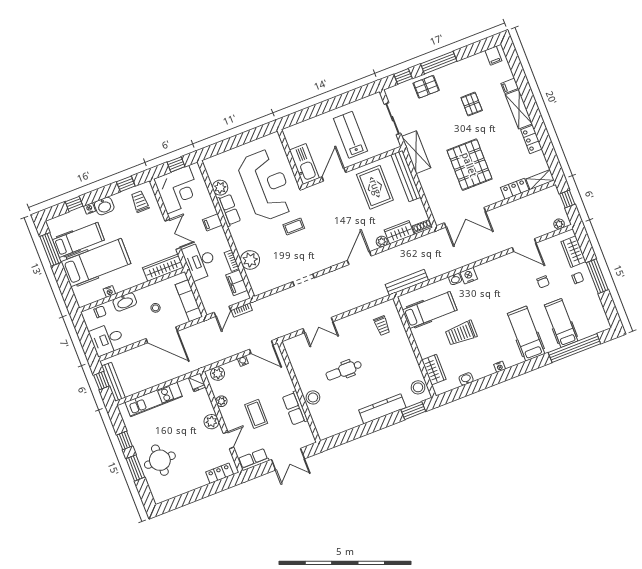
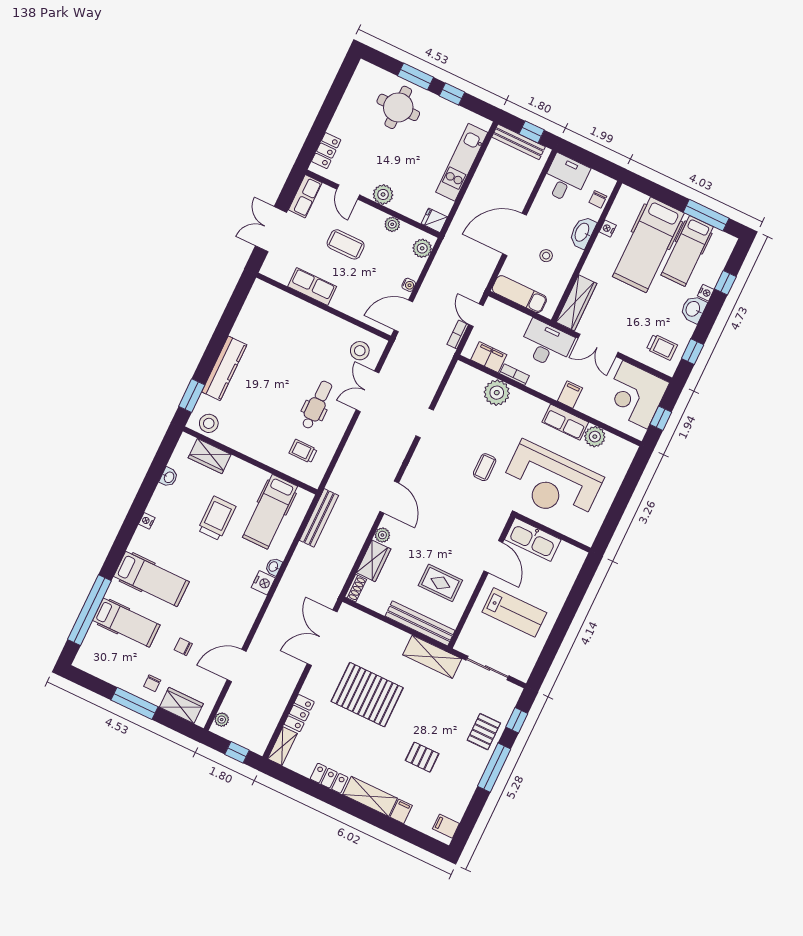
rug: (375, 187) -> (440, 583), width x0.73, depth x0.70
dental chair: (344, 370) -> (317, 405), moved
stool: (313, 397) -> (360, 351), moved

